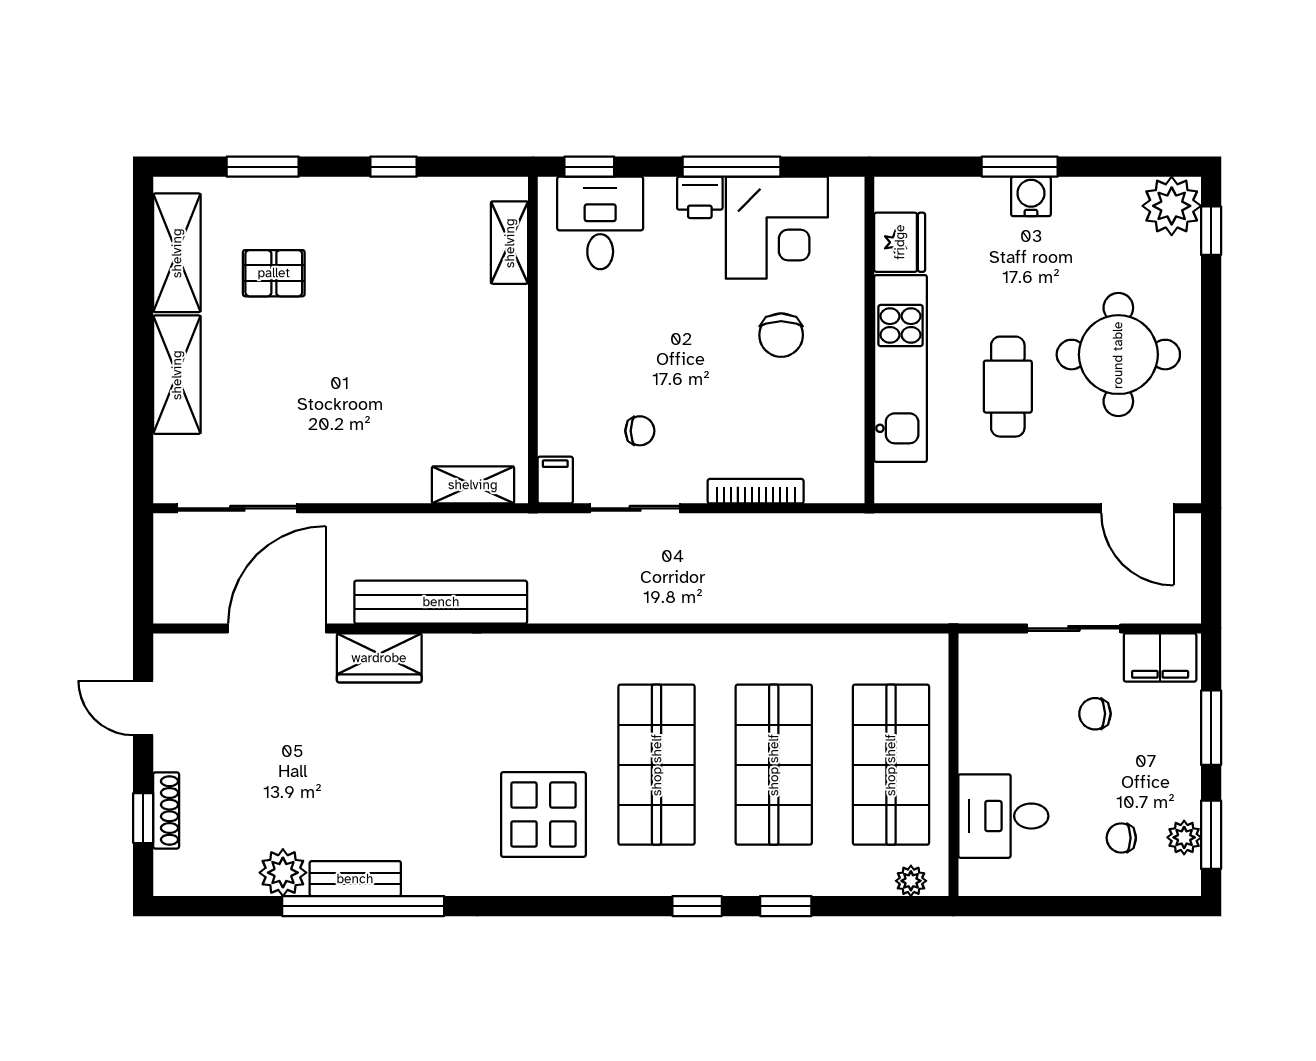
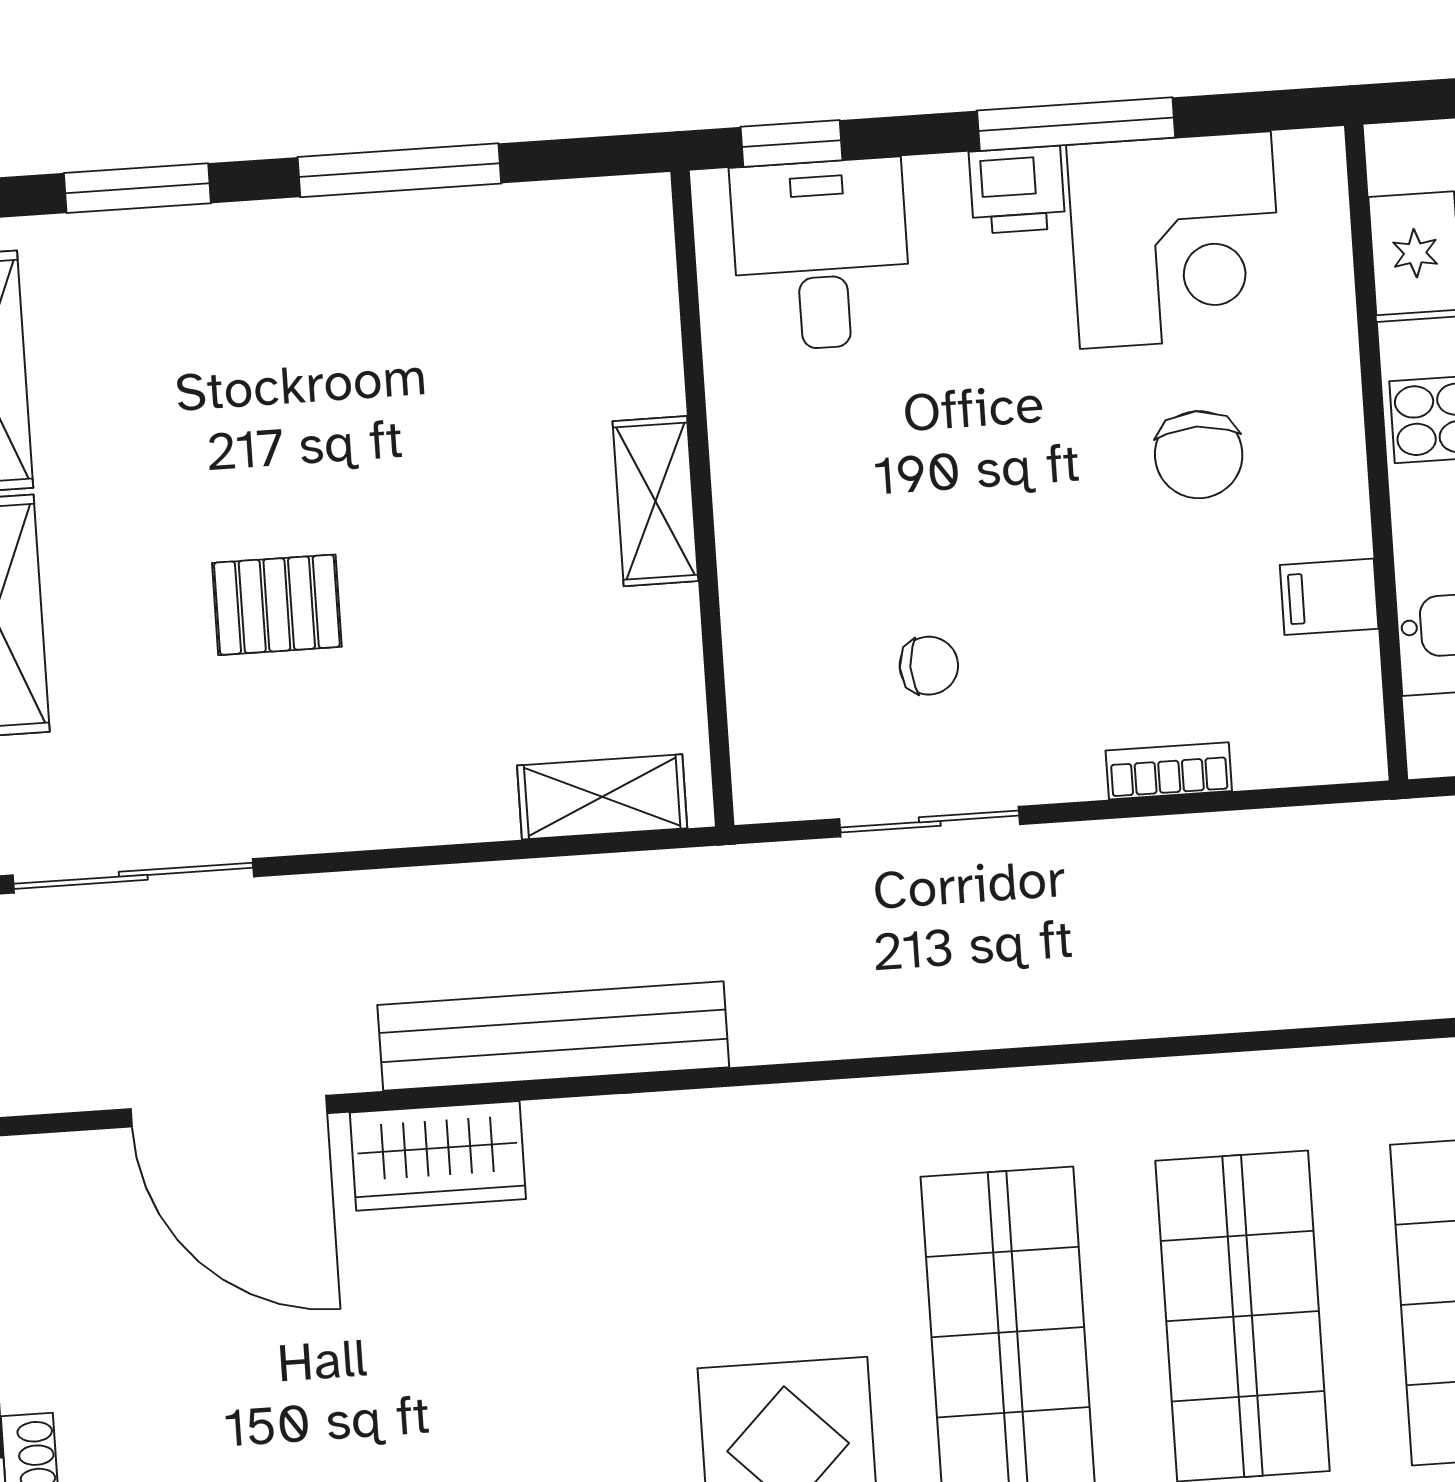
window: (393, 167) -> (399, 170), width x2.17
shelving: (510, 243) -> (655, 501), moved
pallet: (274, 273) -> (277, 605), moved
filing cabinet: (555, 480) -> (1329, 597), moved, turned -90
bookcase: (756, 491) -> (1169, 771), width x0.64
door: (277, 628) -> (229, 1111), swing flipped

